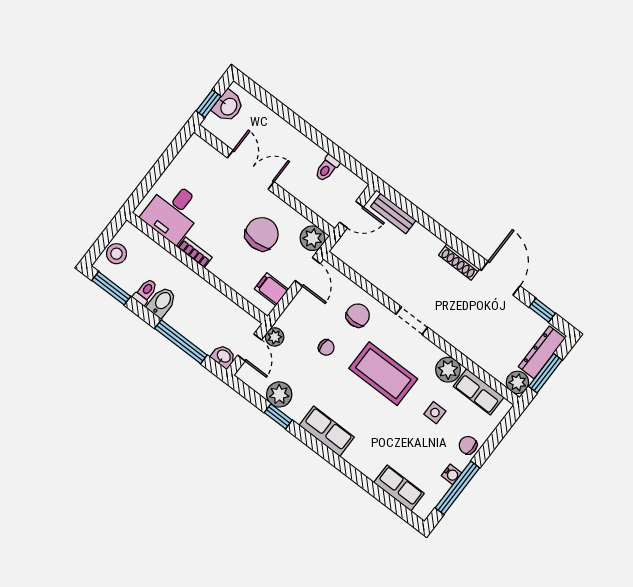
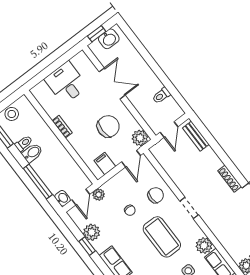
desk: (173, 212) -> (66, 83), moved, turned 90
door: (352, 215) -> (169, 130), hinge flipped

